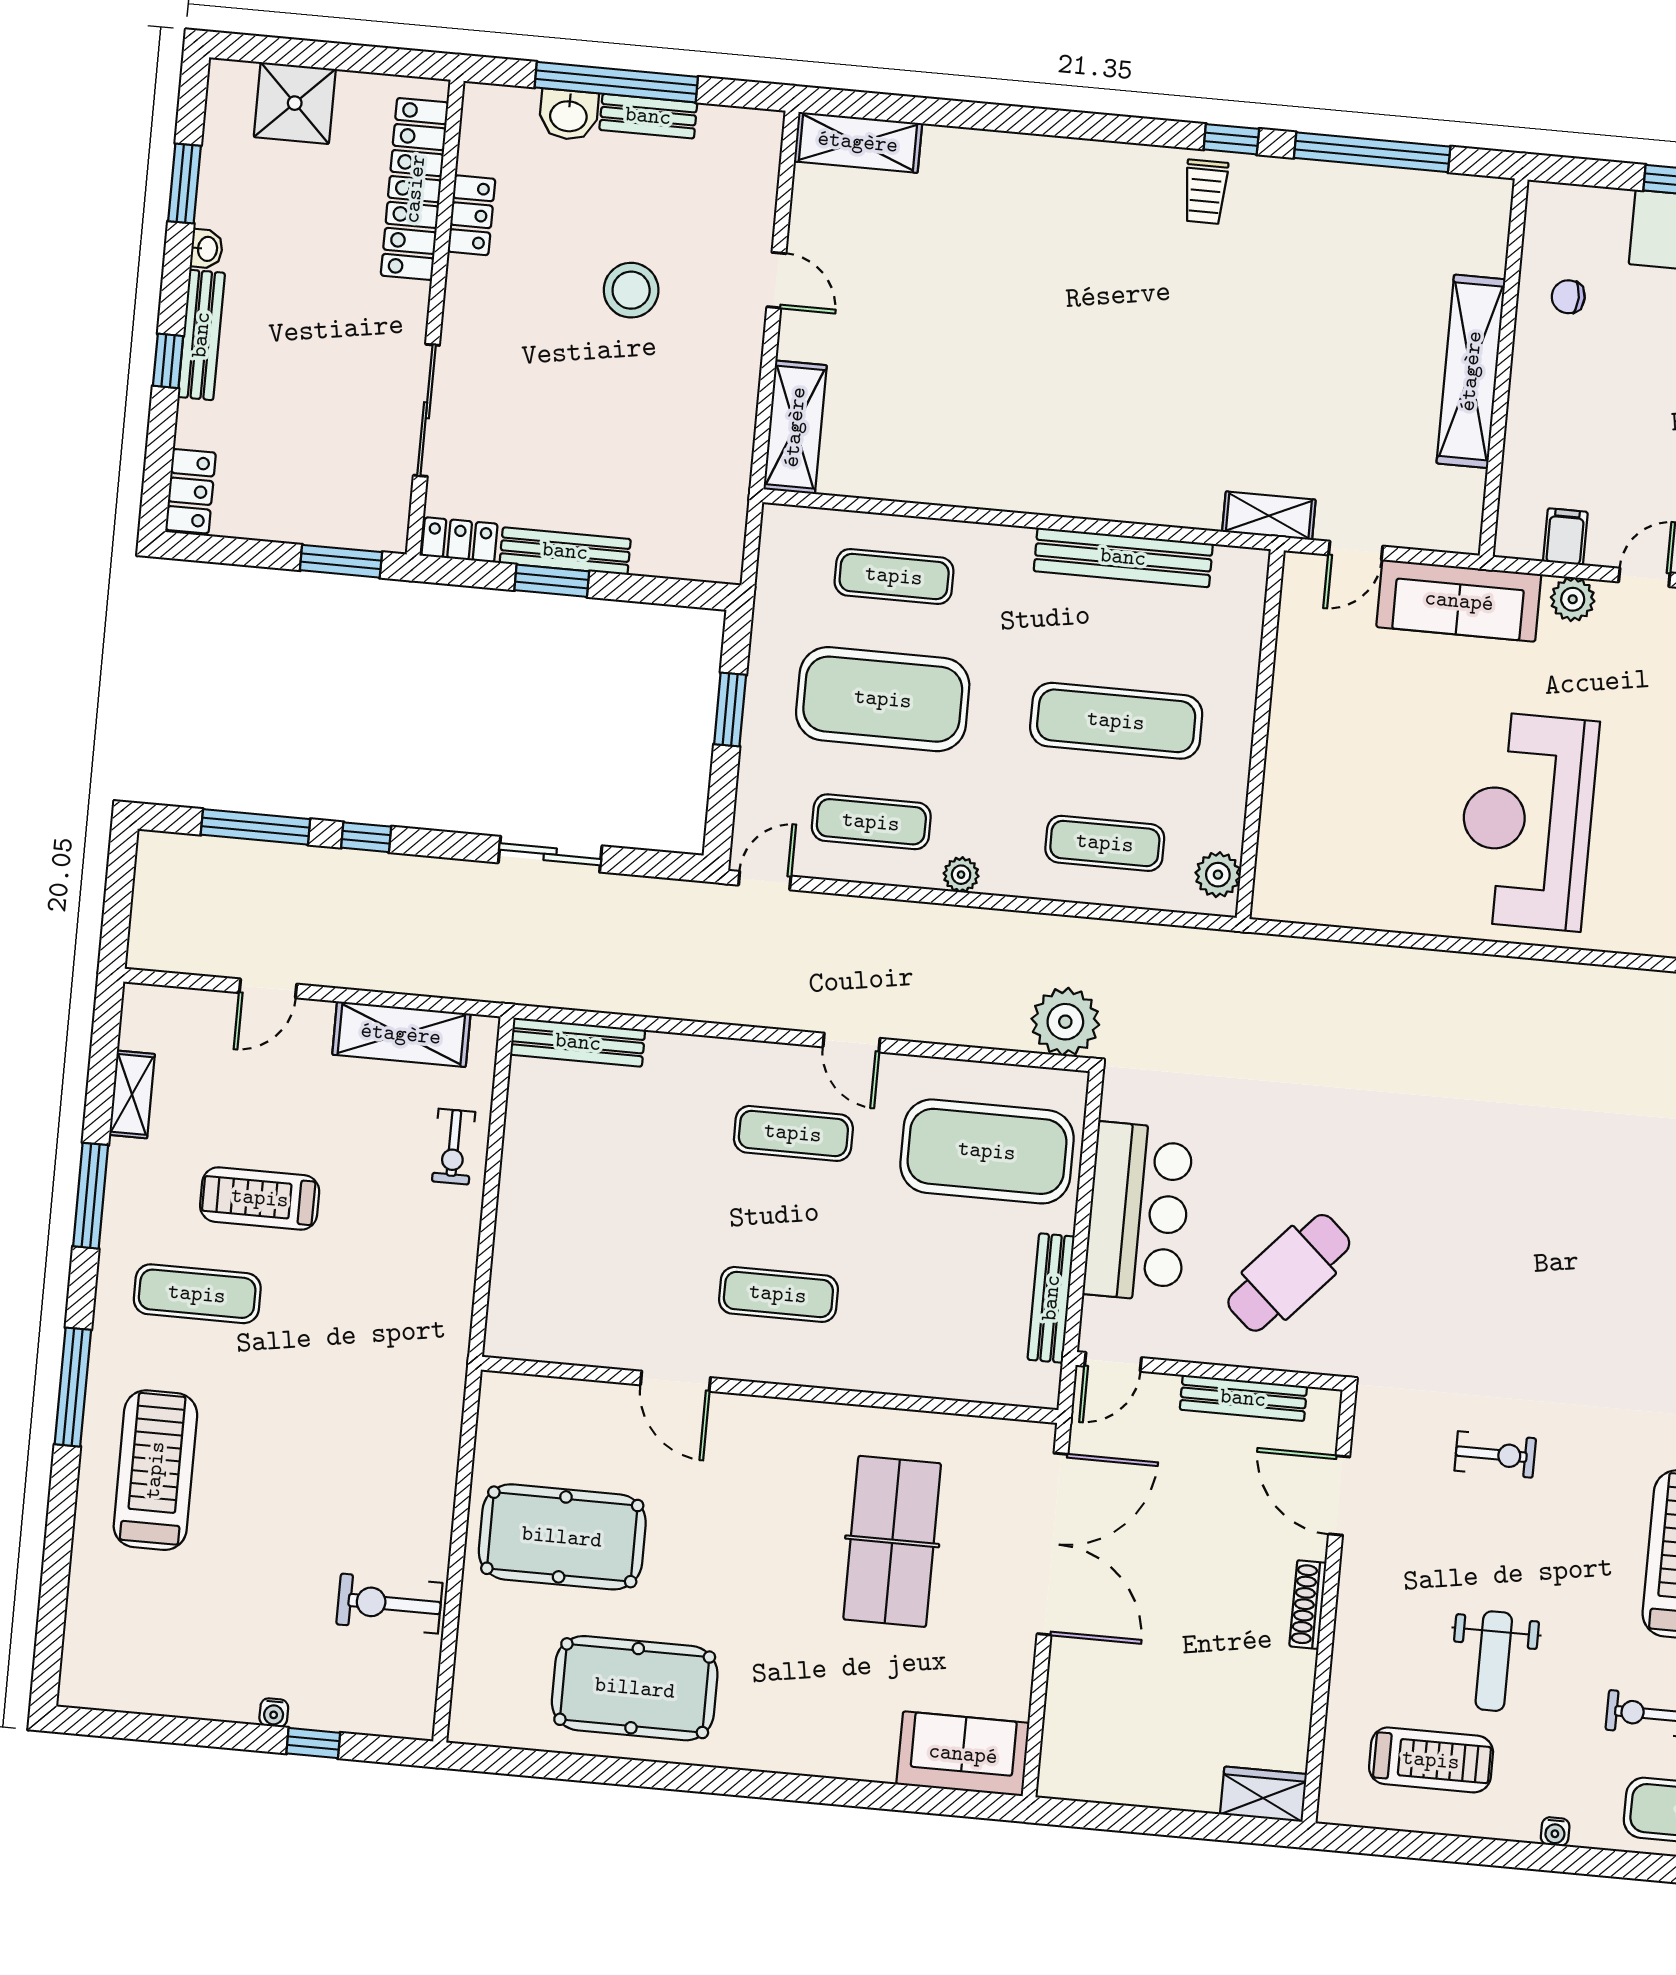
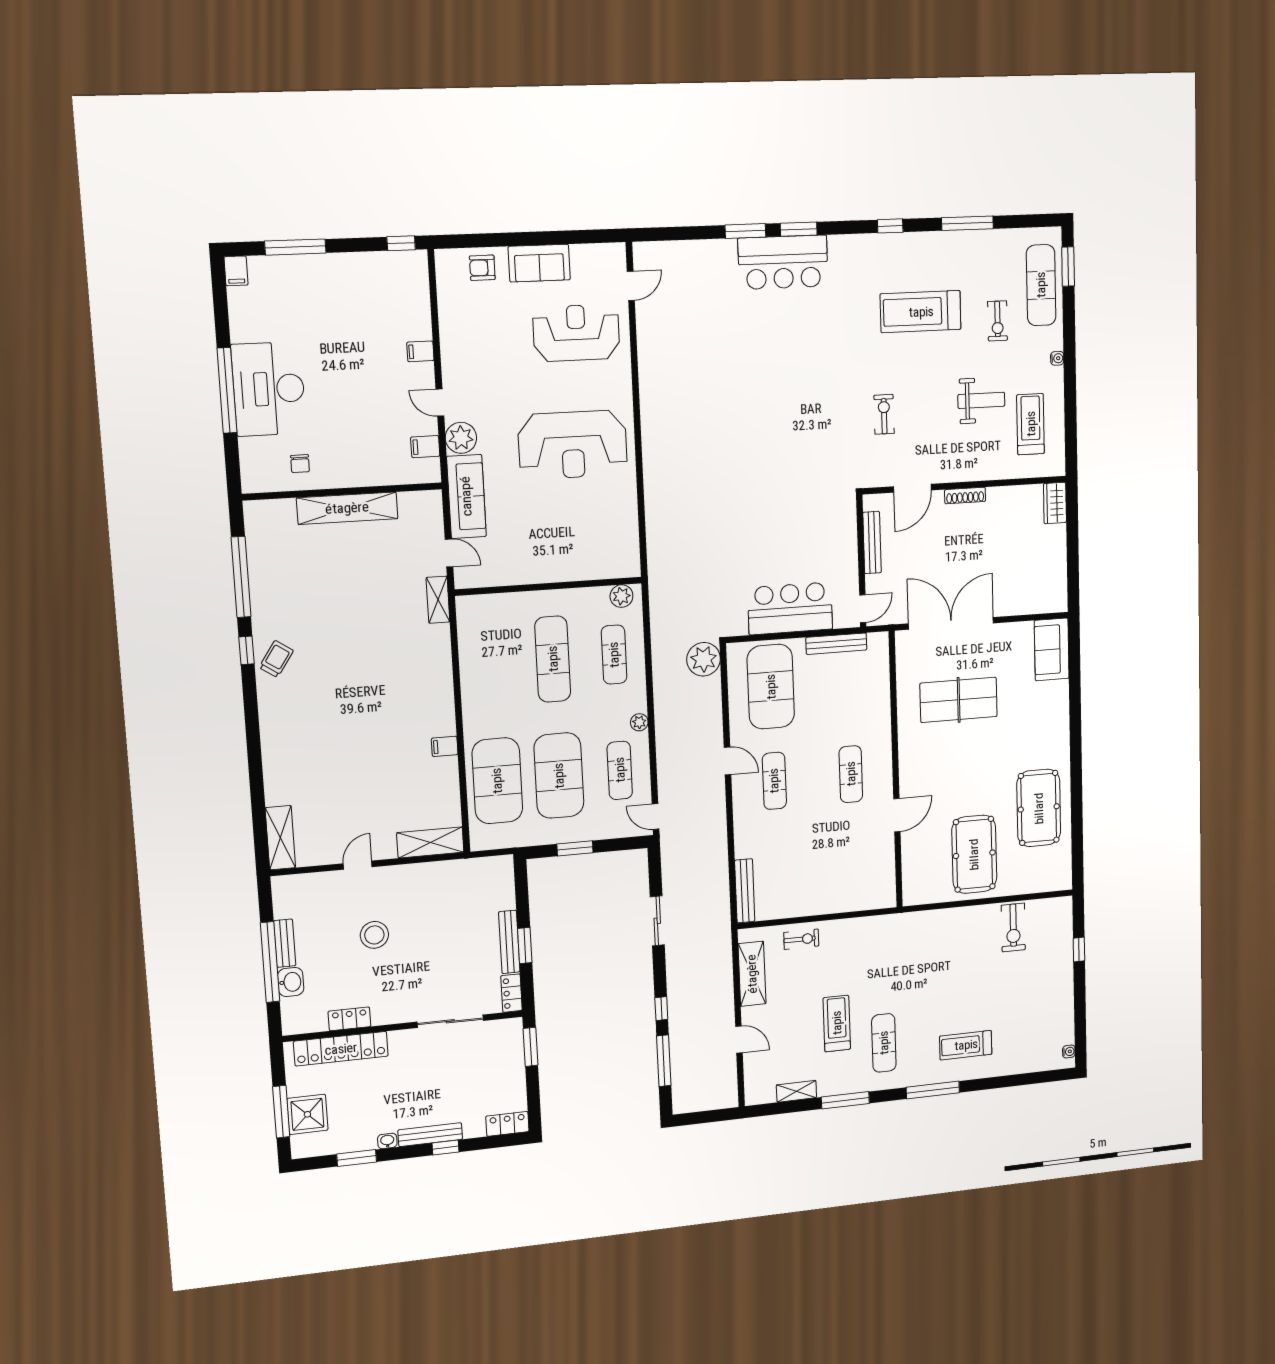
window: (311, 54) -> (281, 1112), added
trolley: (1205, 192) -> (276, 659), turned -56
filing cabinet: (981, 484) -> (445, 746), added
bench: (1123, 557) -> (470, 669), removed
exercise mat: (894, 576) -> (497, 781), width x2.00, depth x1.45
plant: (1573, 599) -> (461, 438), width x1.36, depth x1.36
door: (852, 1043) -> (727, 761), hinge flipped
treadmill: (260, 1198) -> (837, 1023), turned 180
cafe table: (1289, 1273) -> (810, 530), removed
door: (1113, 1362) -> (863, 609), hinge flipped
treadmill: (155, 1470) -> (966, 1045), width x0.73, depth x0.73
water cooler: (274, 1713) -> (1069, 1052), moved

